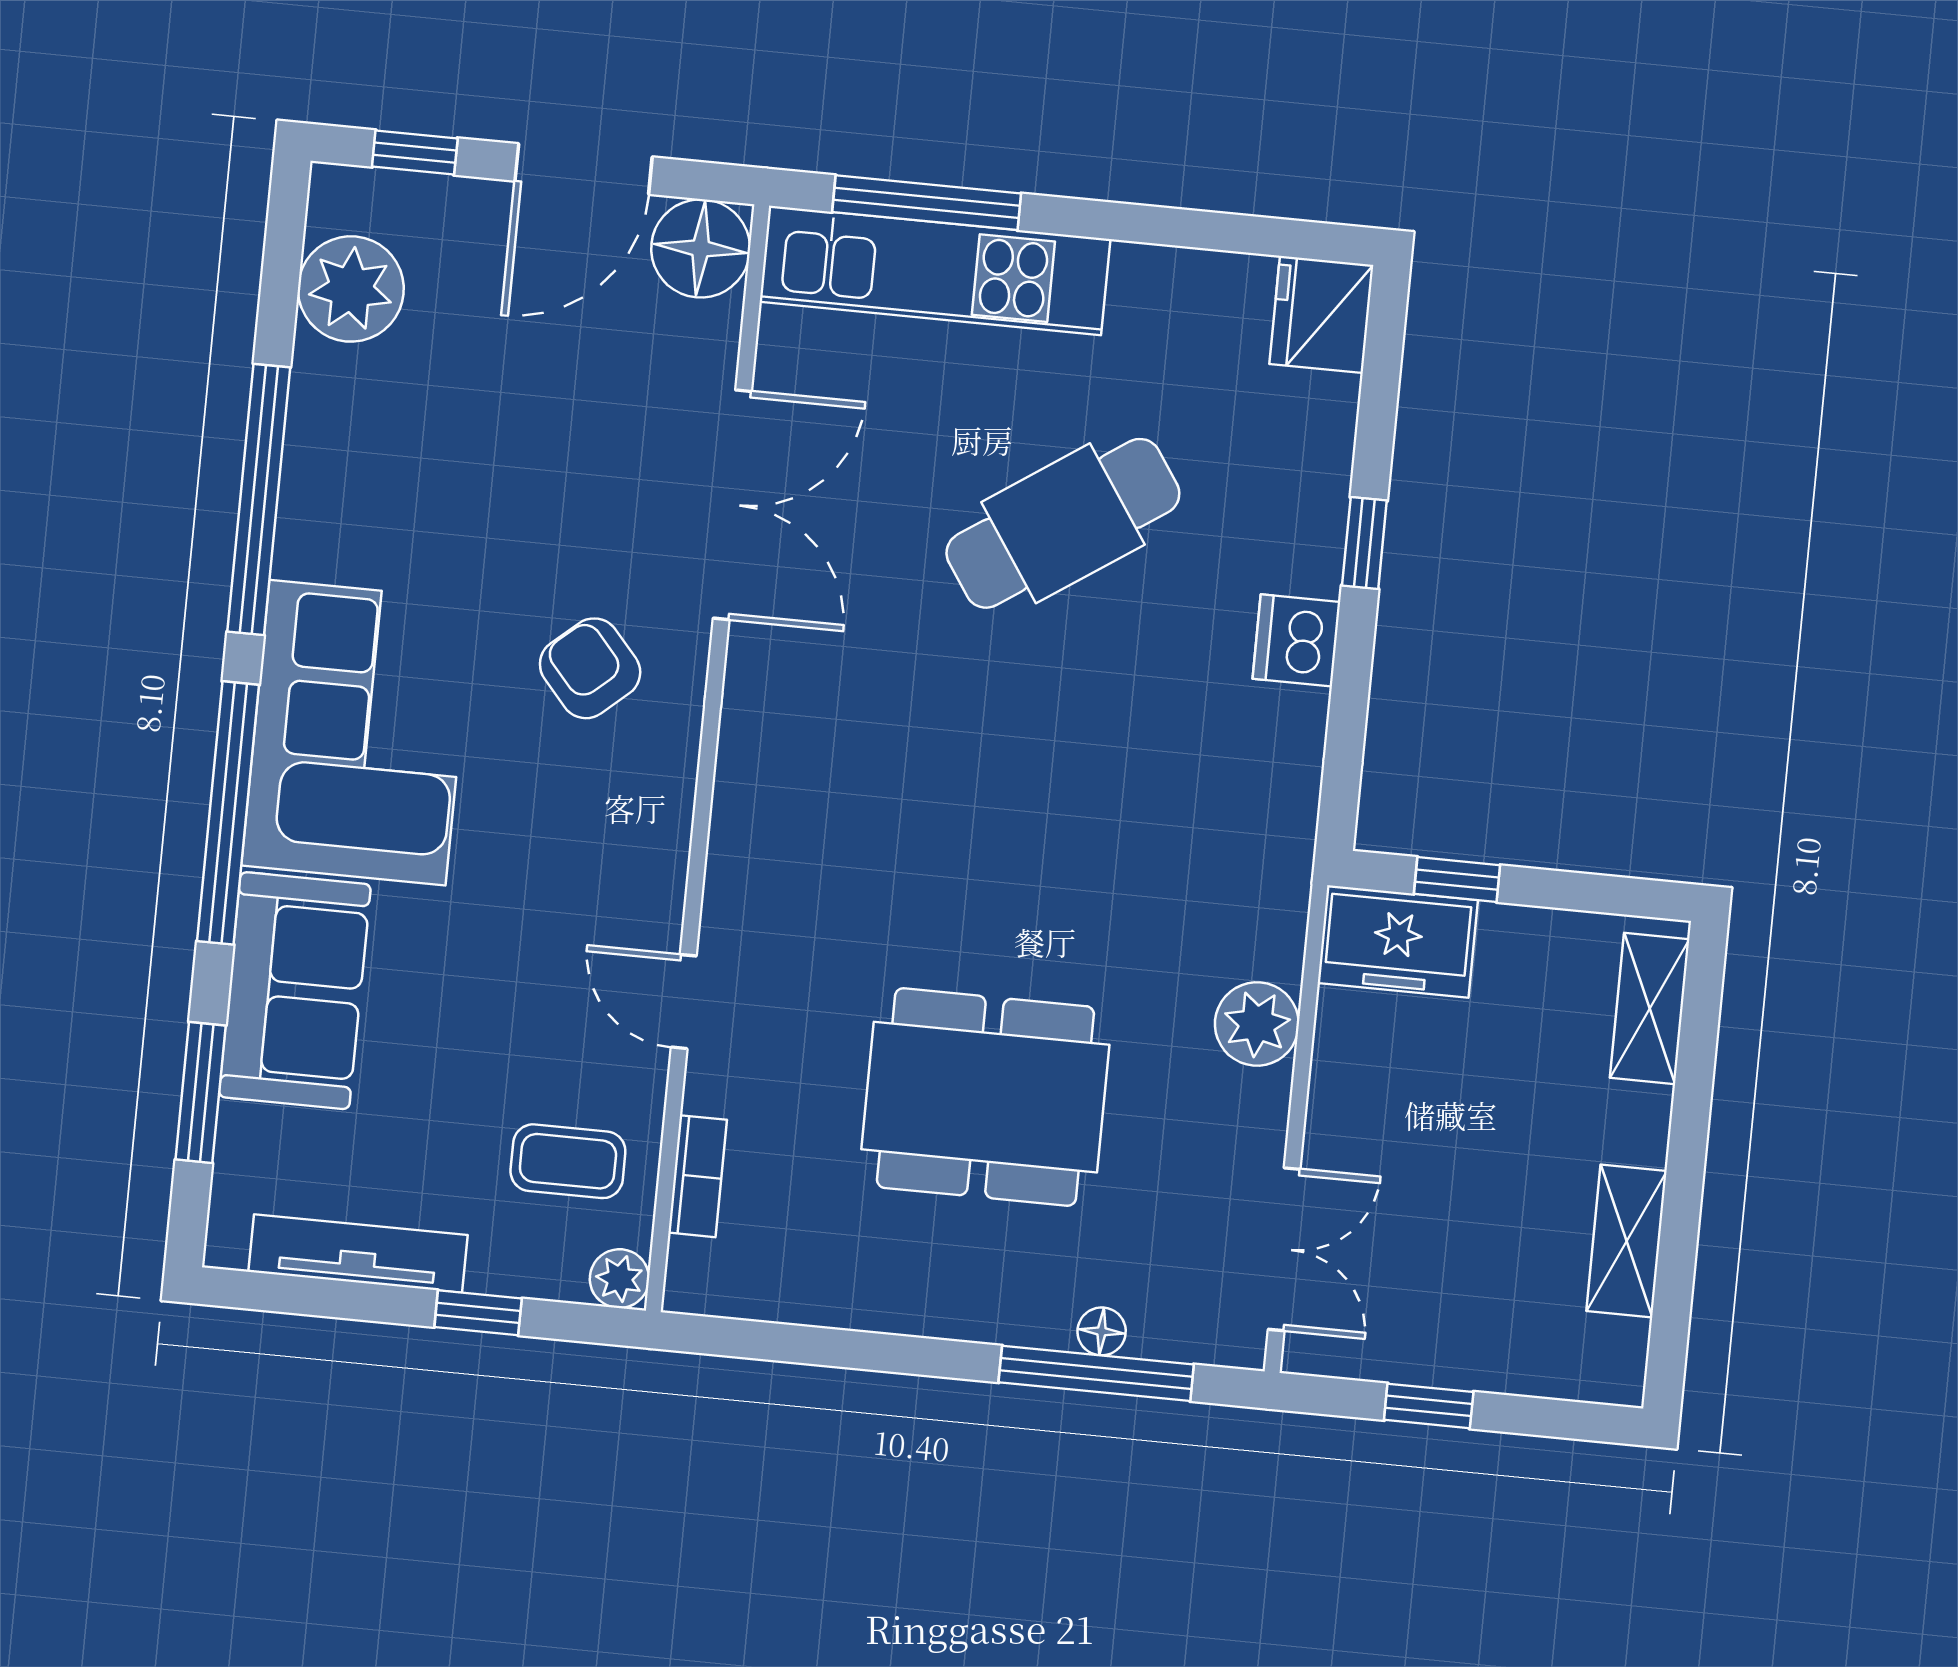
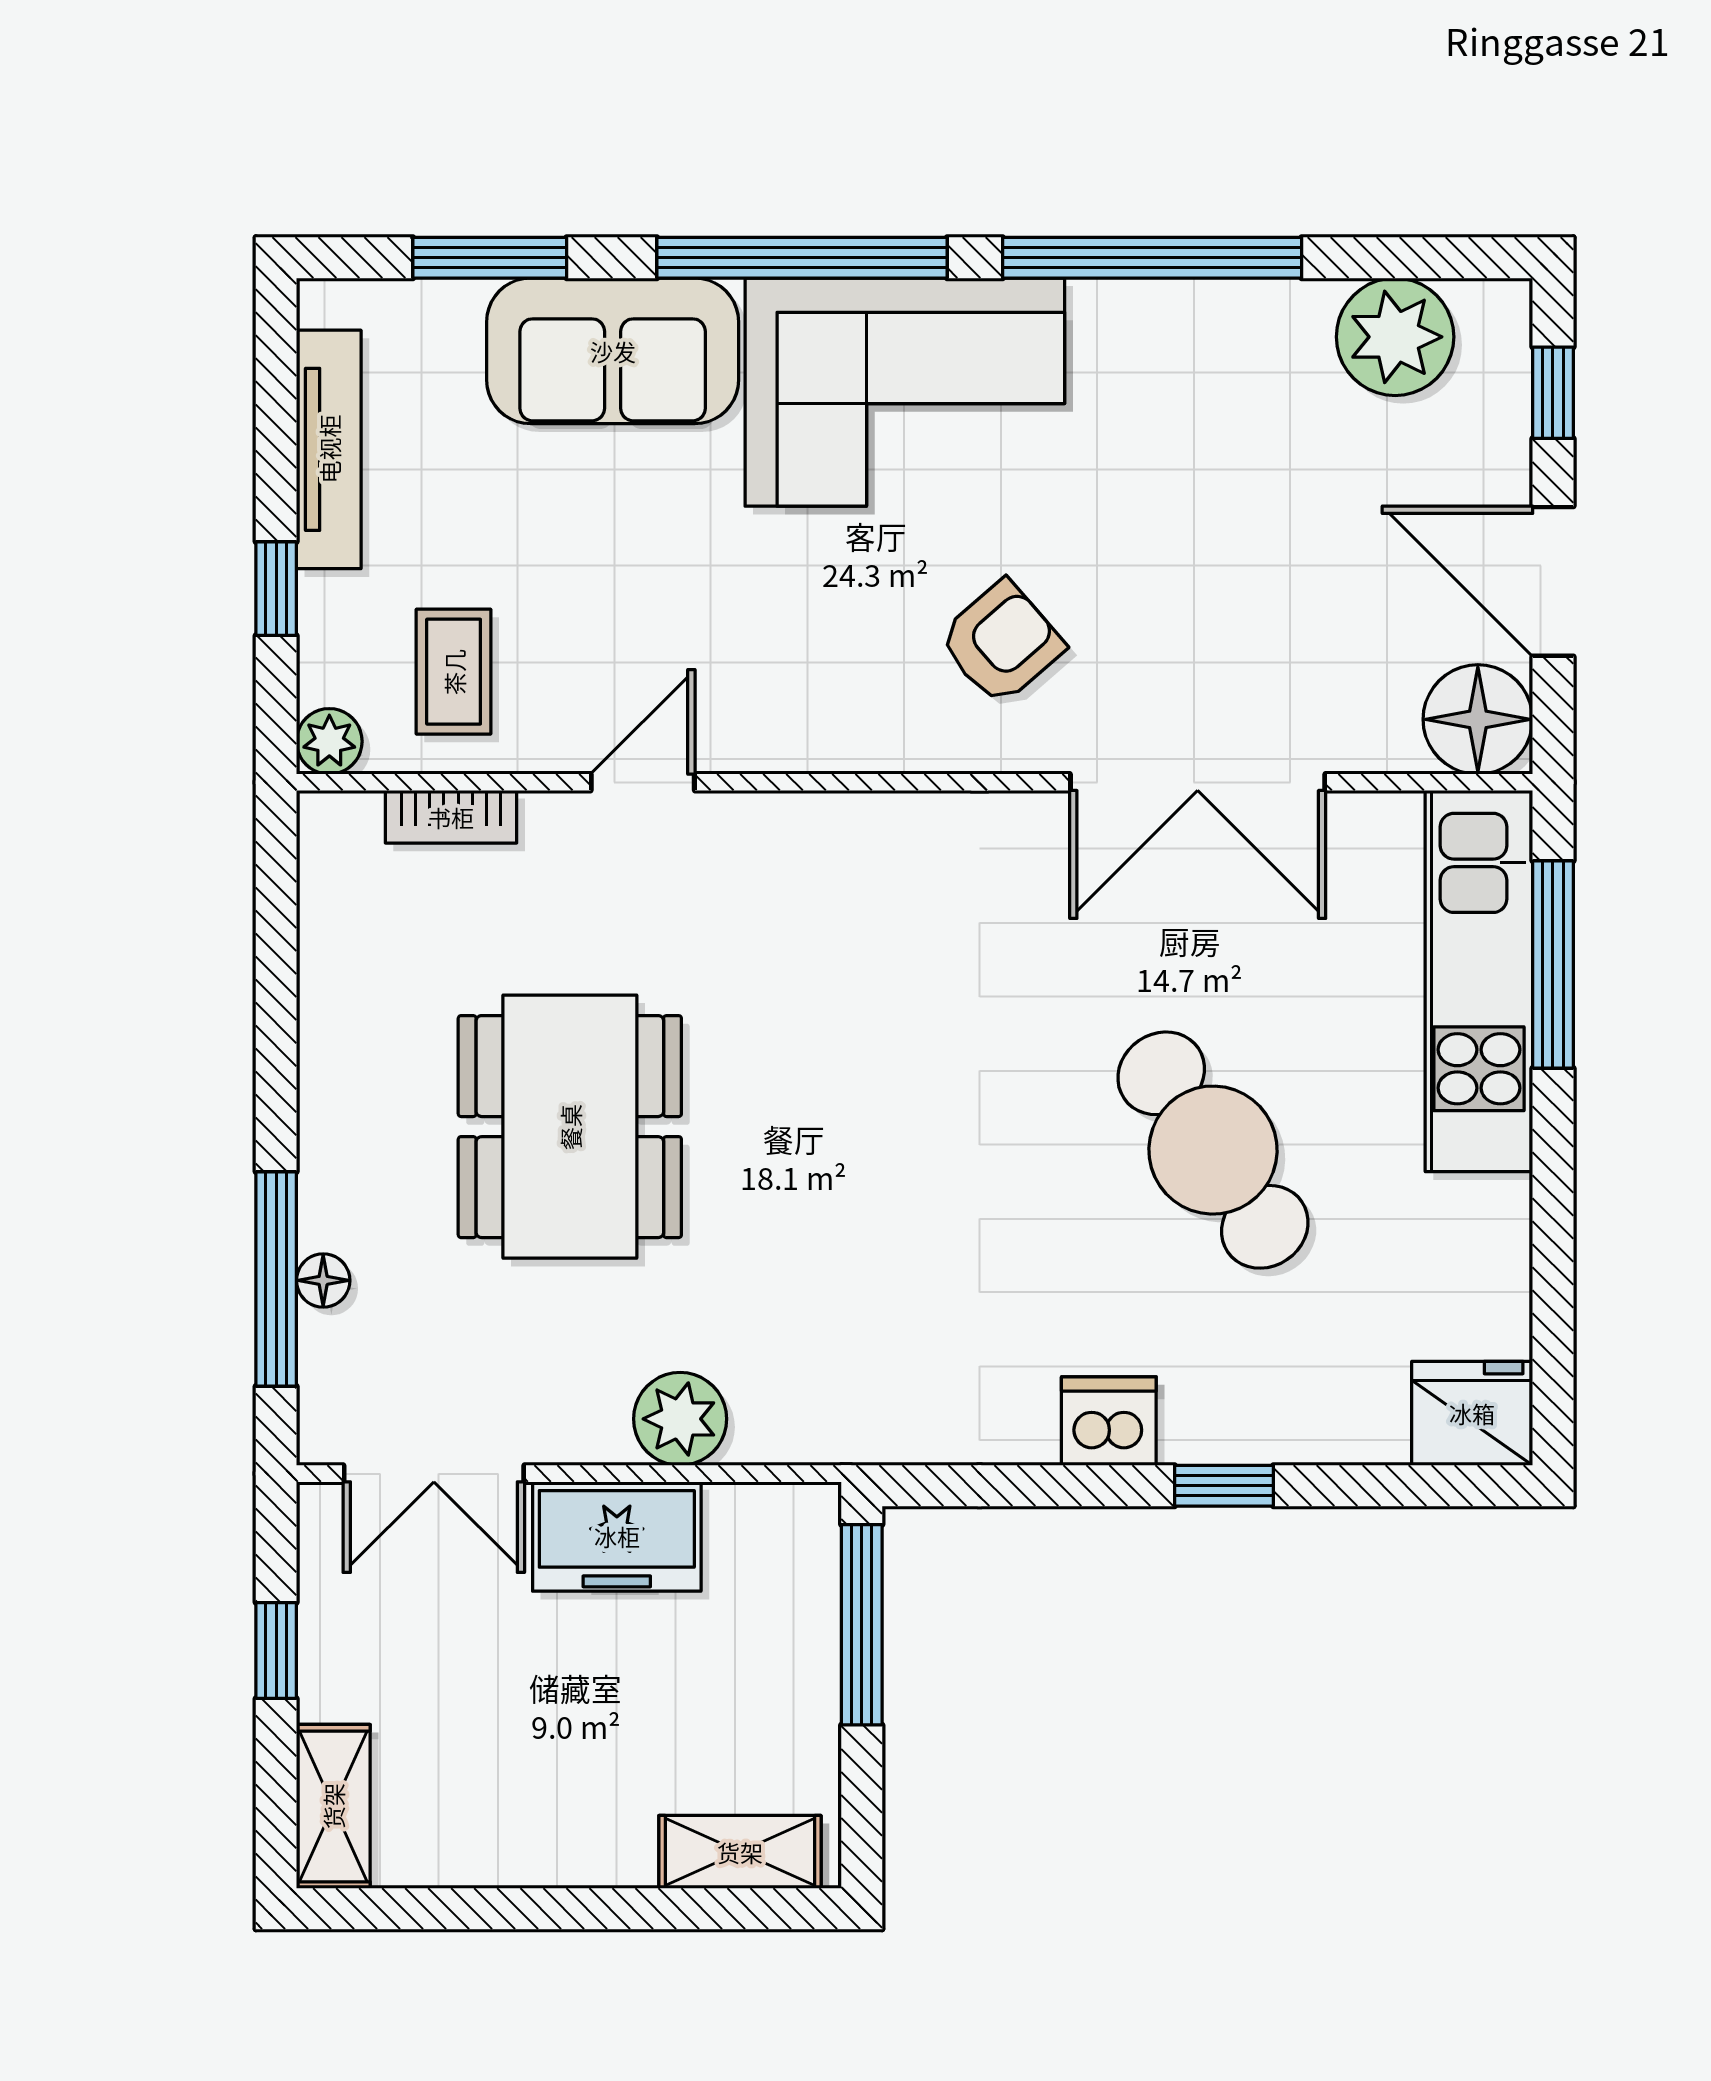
window: (1457, 879) -> (862, 1625), width x2.17
freezer: (1398, 942) -> (617, 1536), moved, turned -90
shelving: (1627, 1241) -> (333, 1806), moved, turned 90

